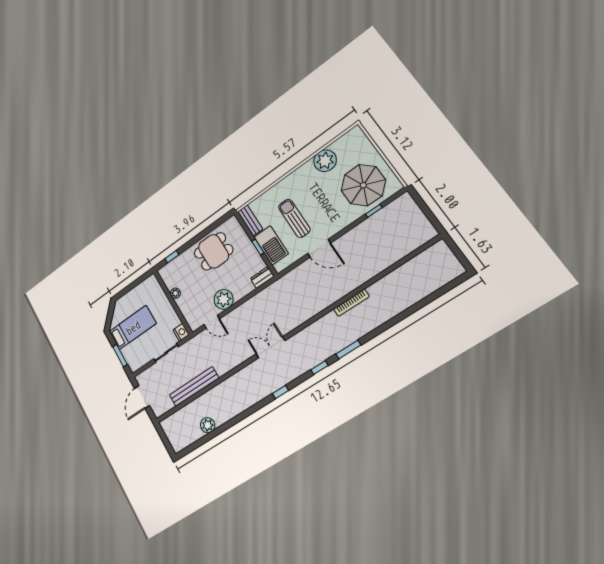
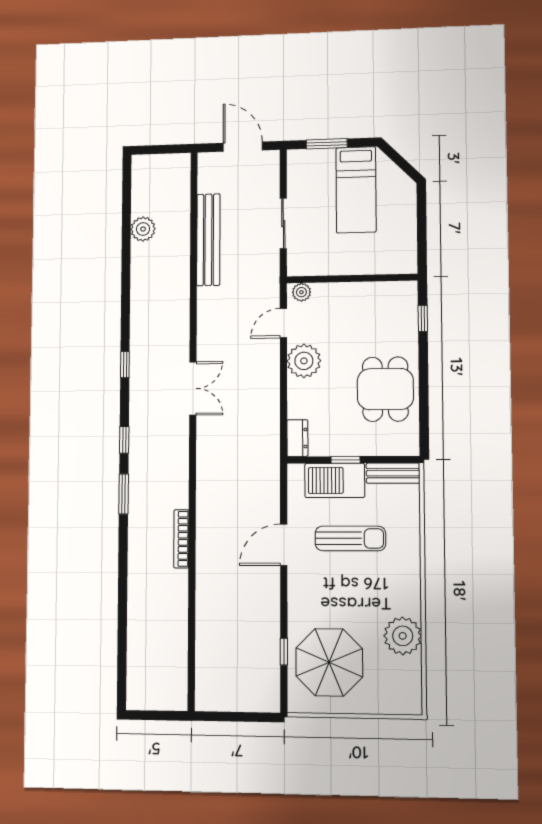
plant: (175, 293) -> (301, 292), moved
nightstand: (181, 332) -> (299, 266), removed

